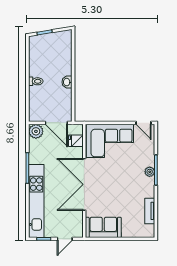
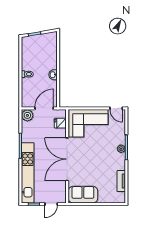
door: (56, 123) -> (44, 108), swing flipped

